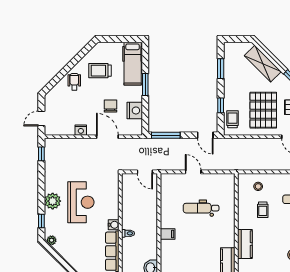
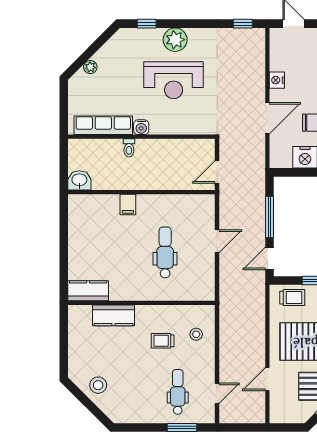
window: (166, 135) -> (270, 217), moved
plant: (52, 240) -> (90, 67), moved

